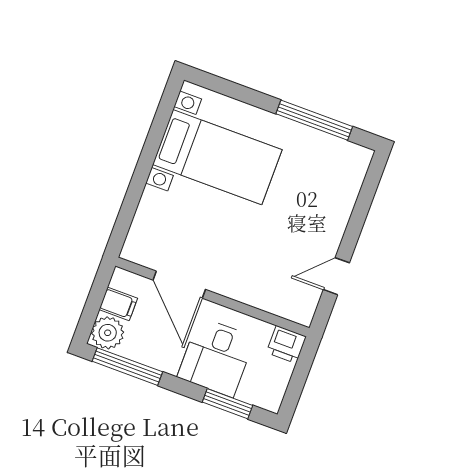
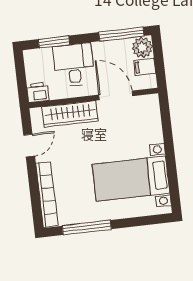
bookcase: (347, 195) -> (47, 195), added
wardrobe: (256, 291) -> (70, 114), added

